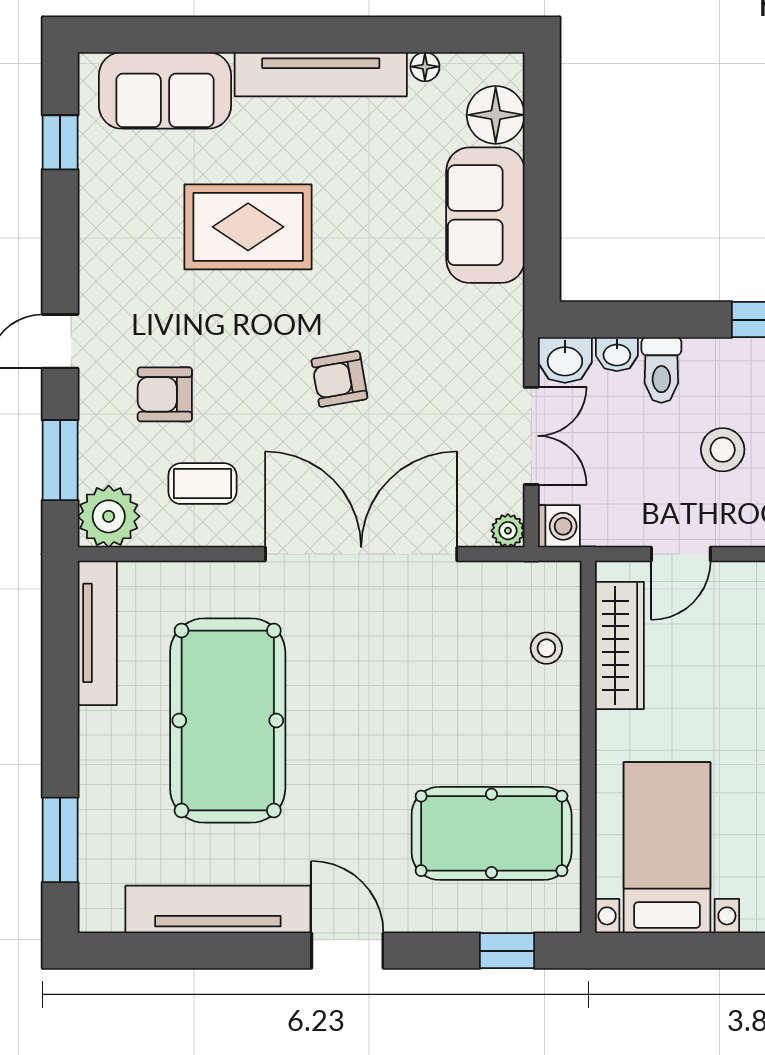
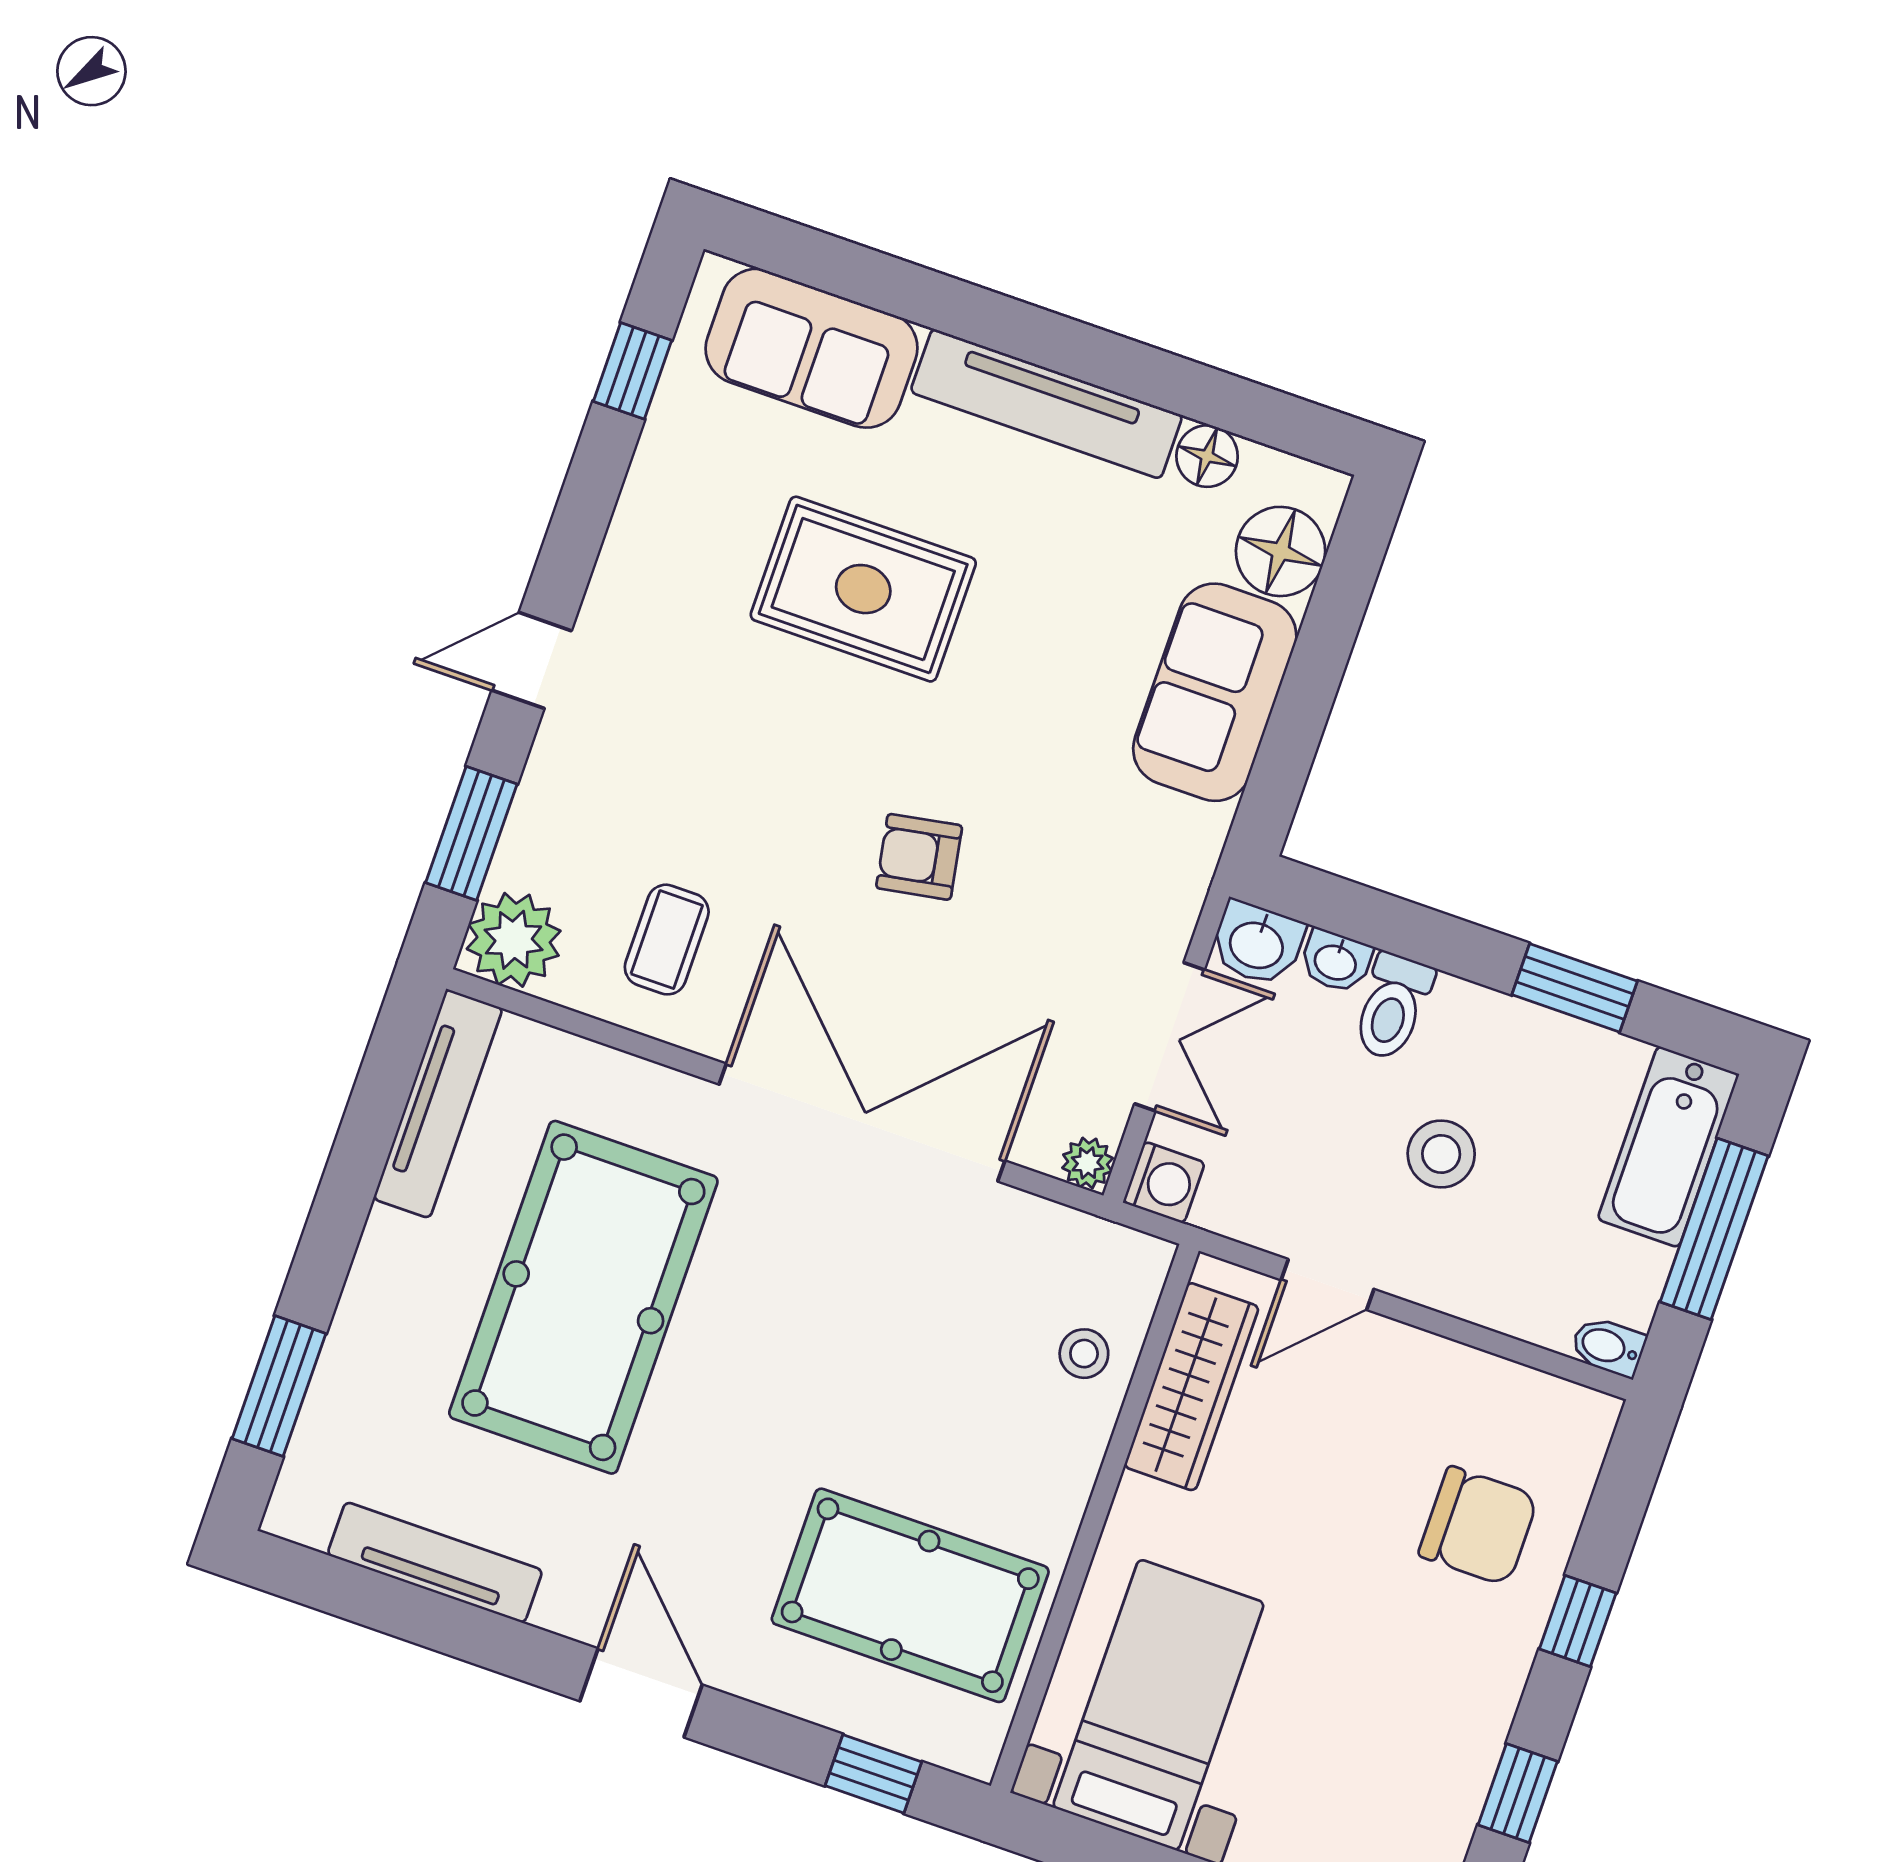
floor lamp: (425, 67) -> (1207, 456), width x1.37, depth x1.37
armchair: (165, 394) -> (657, 791), removed
coffee table: (202, 484) -> (667, 940), turned 90
tv unit: (218, 909) -> (435, 1562), width x0.73, depth x0.78

